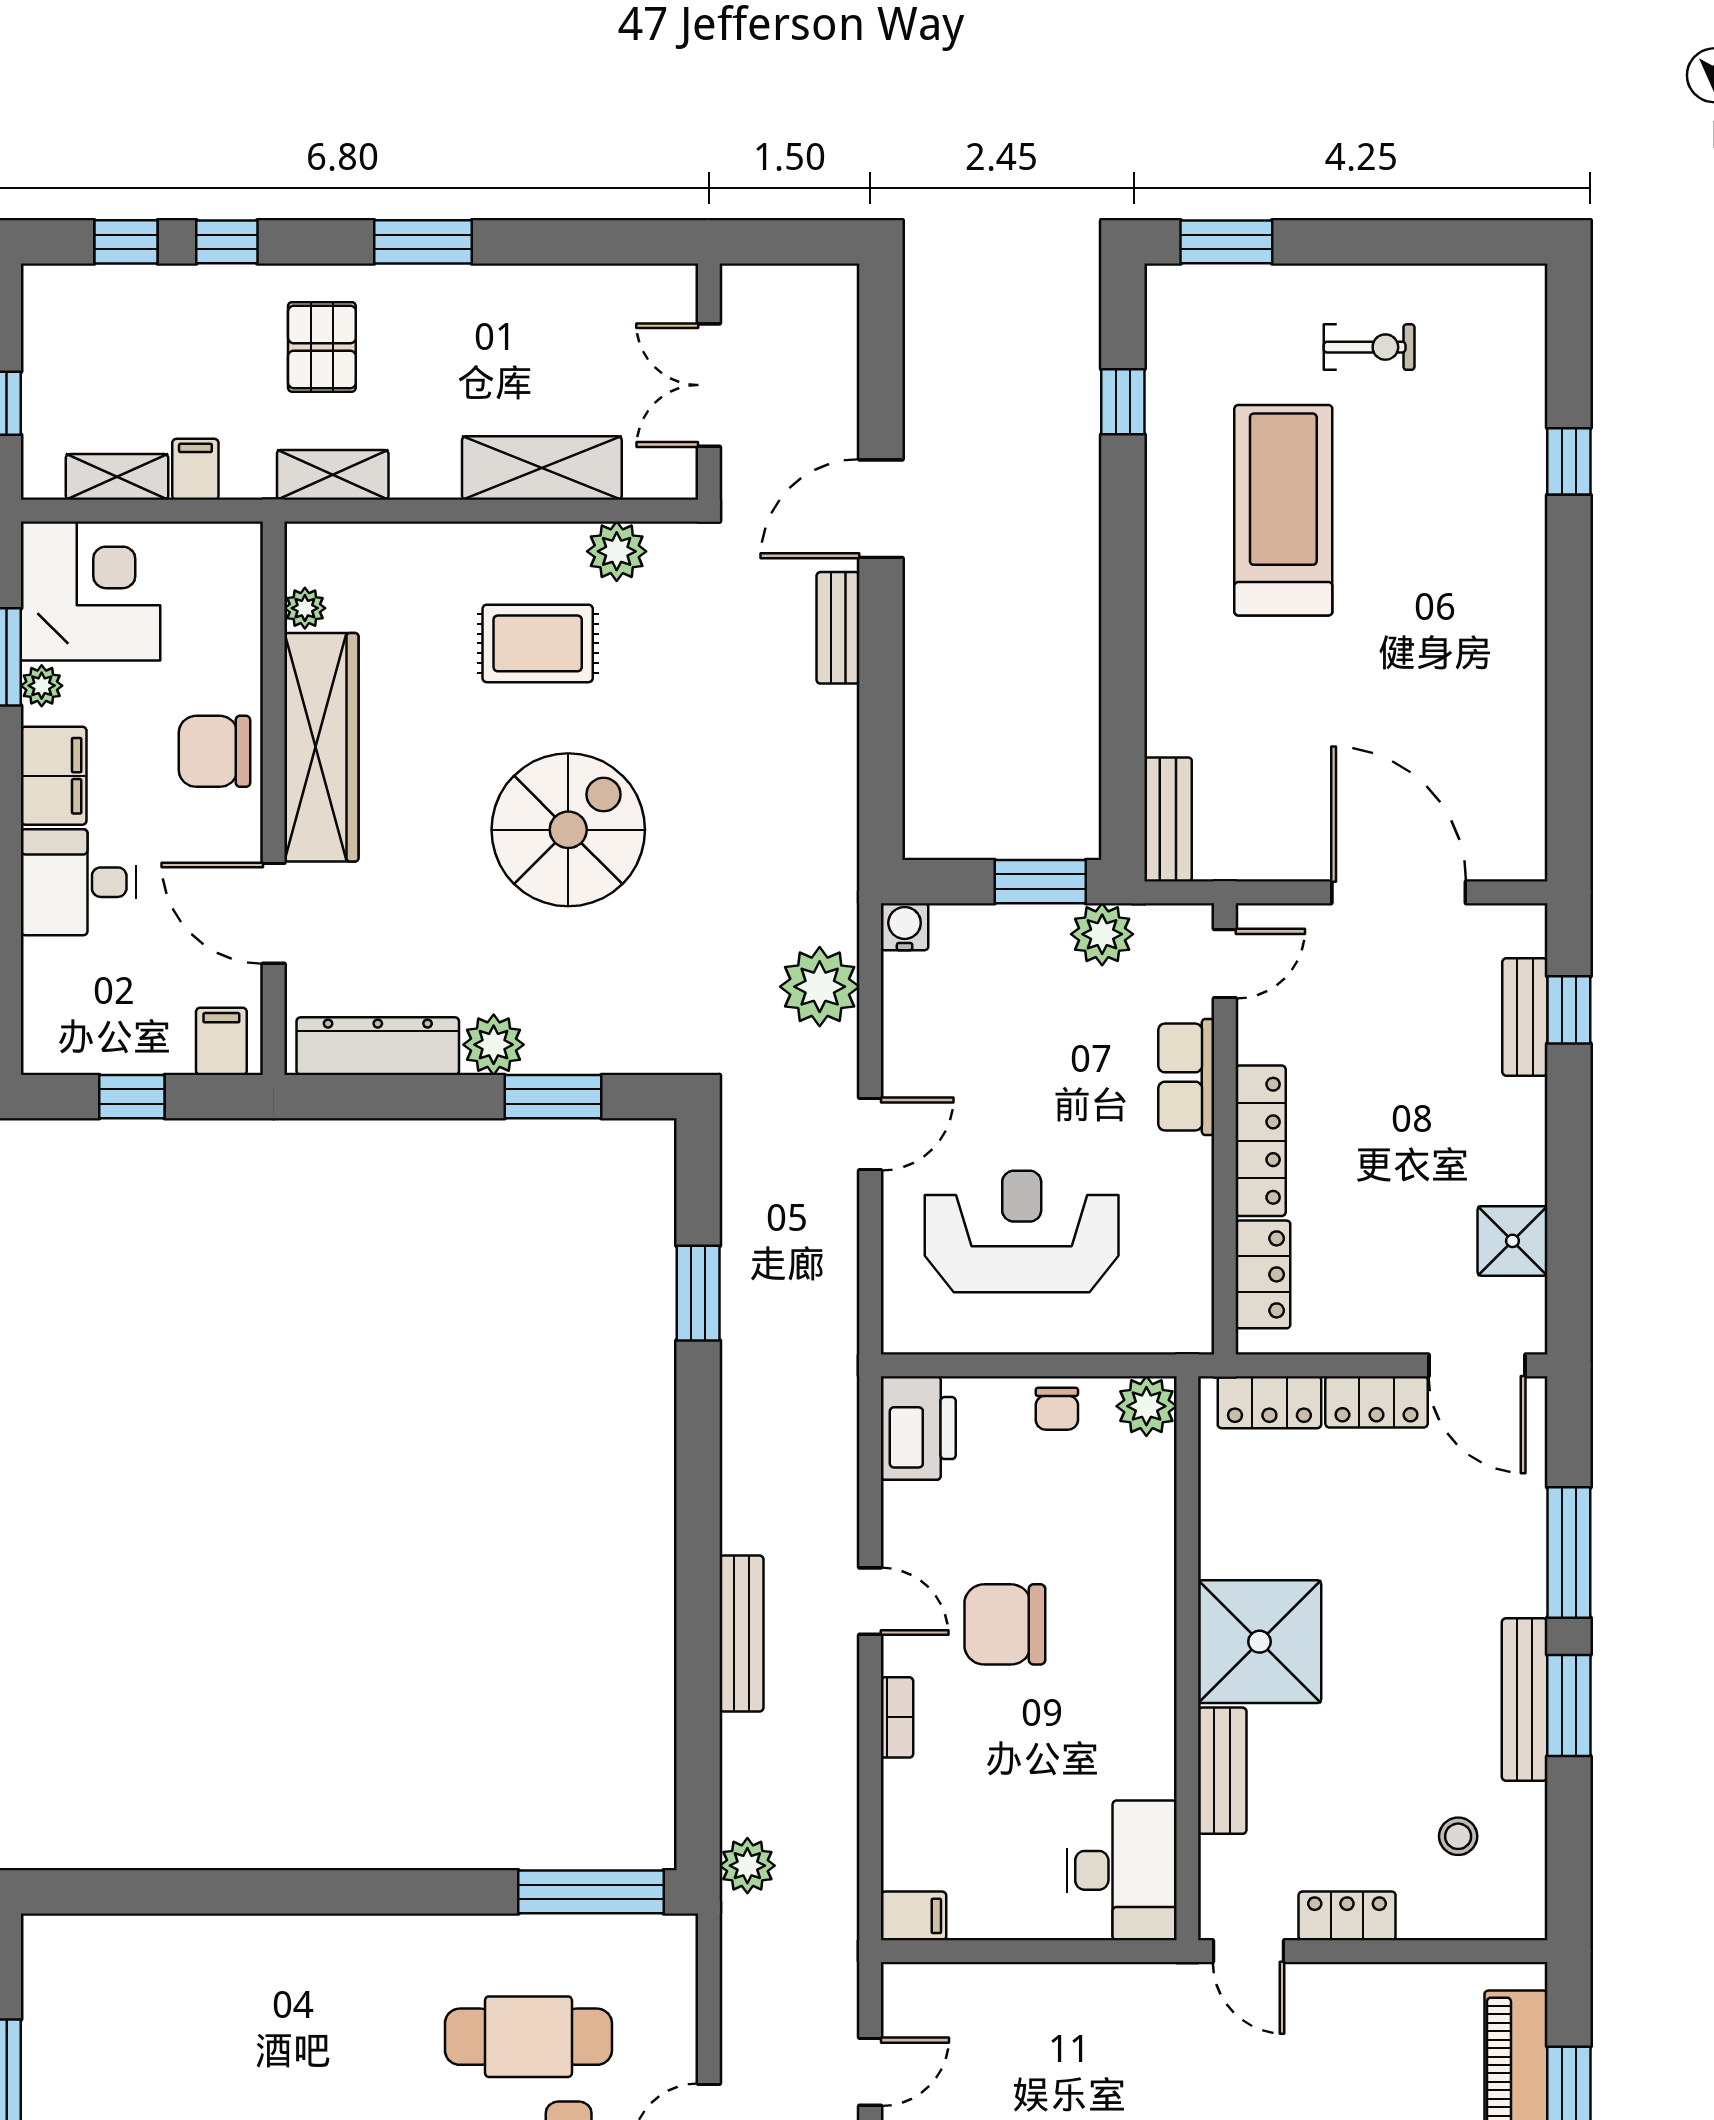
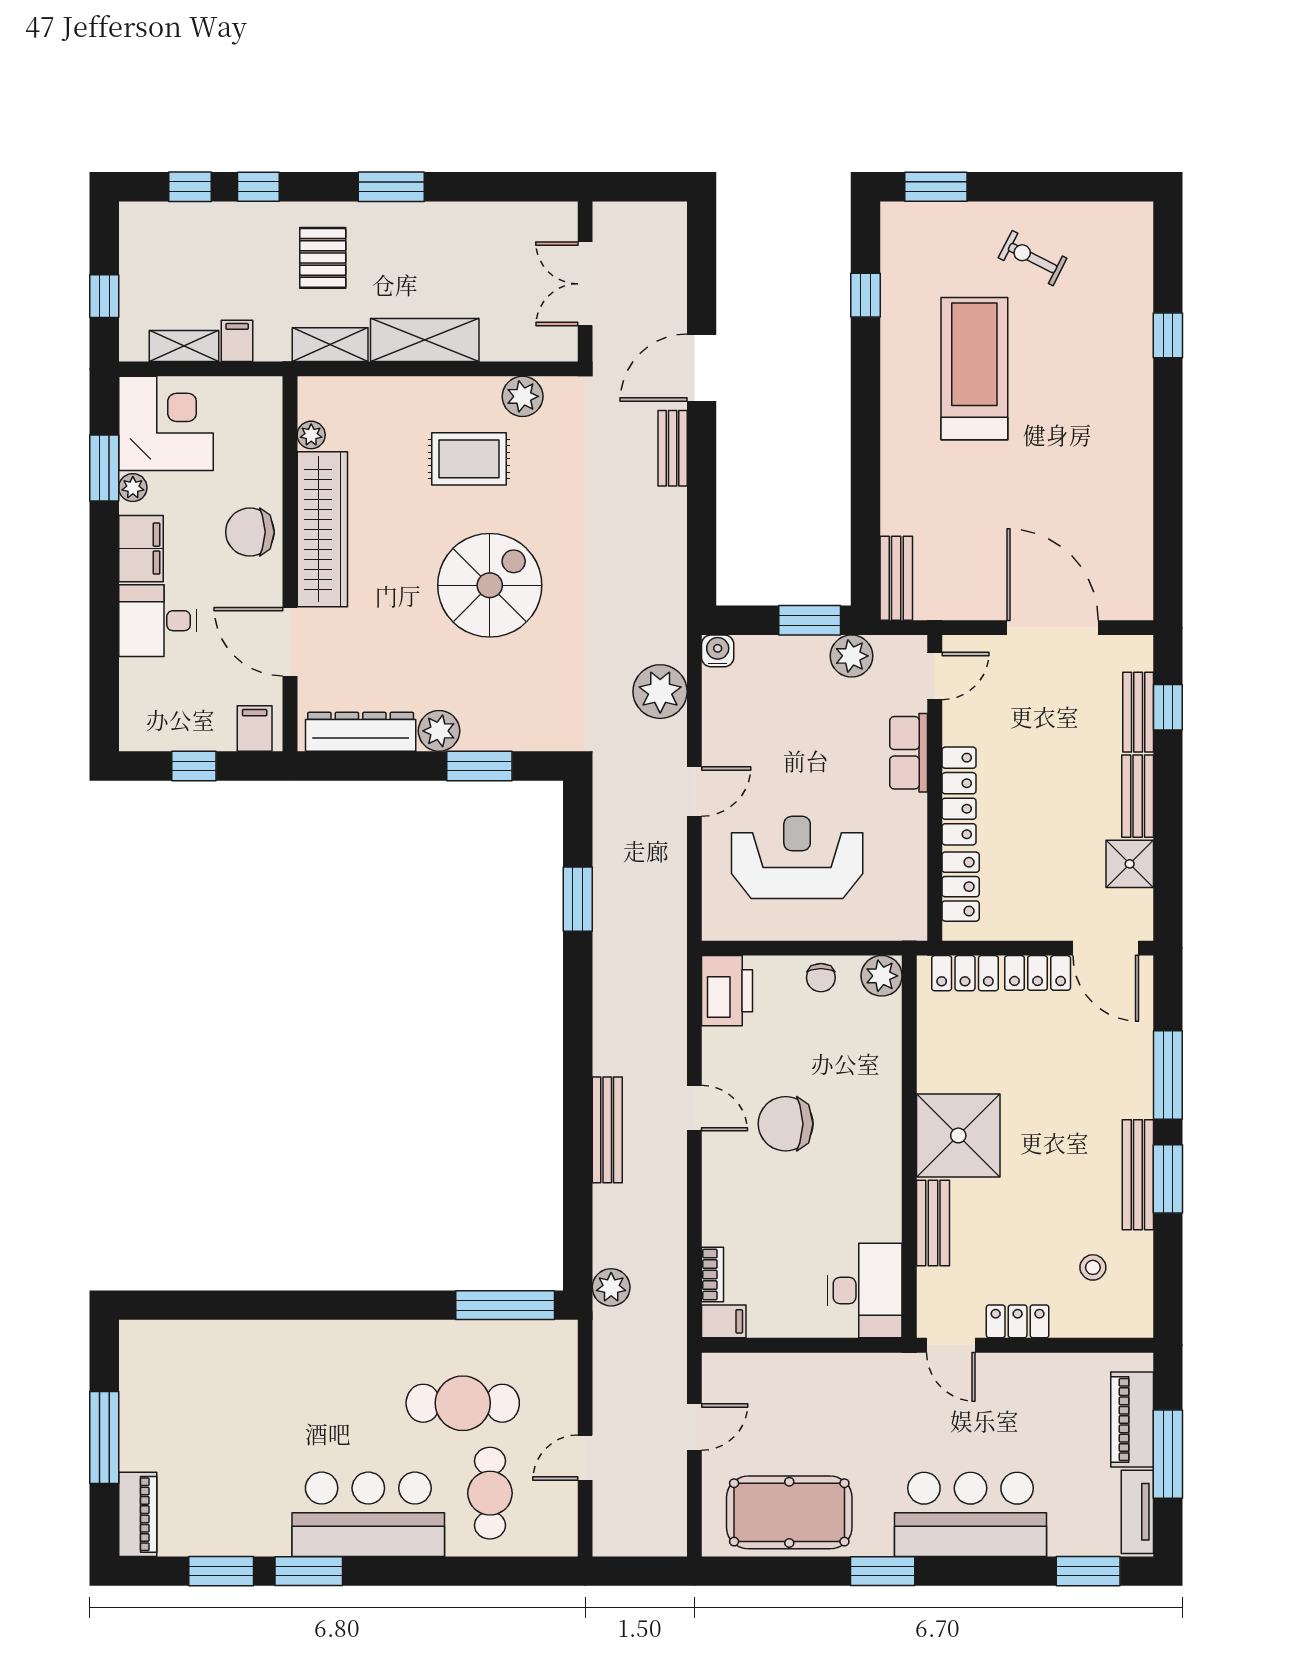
exercise bike: (1369, 347) -> (1033, 258), turned -153
shelving: (542, 468) -> (425, 340), moved
bench: (1524, 1141) -> (1138, 796), added
bookcase: (897, 1717) -> (713, 1275), moved

